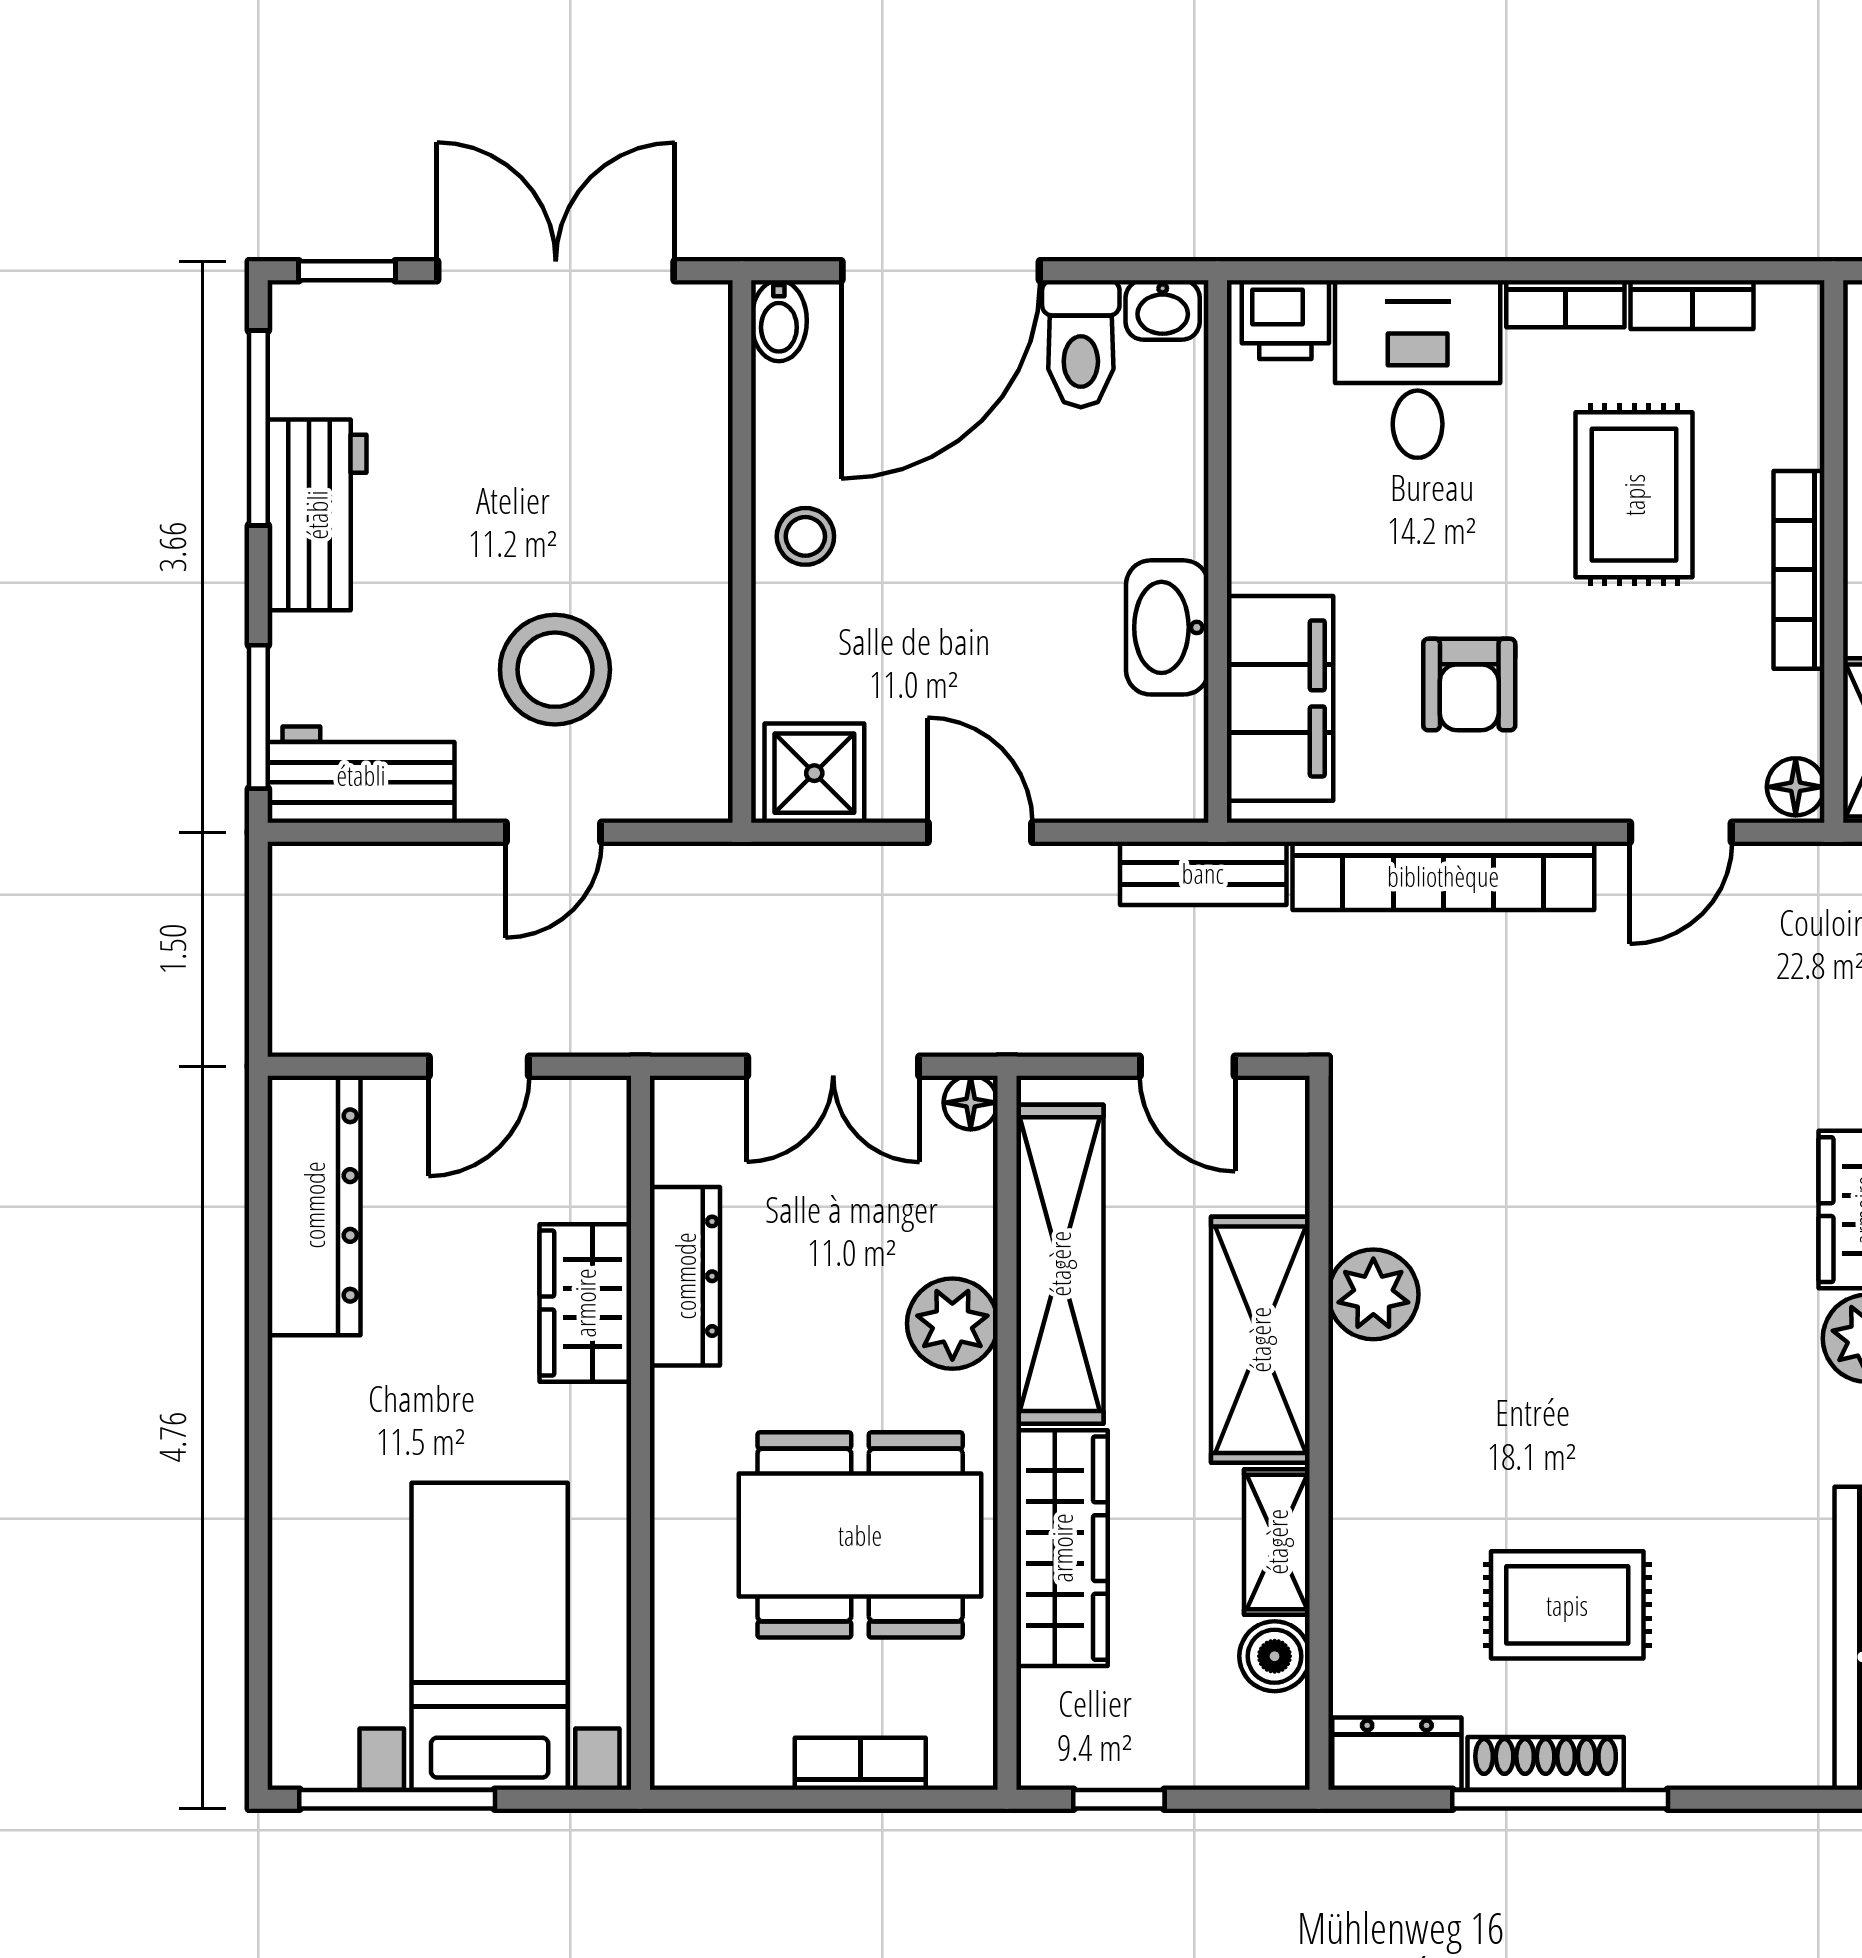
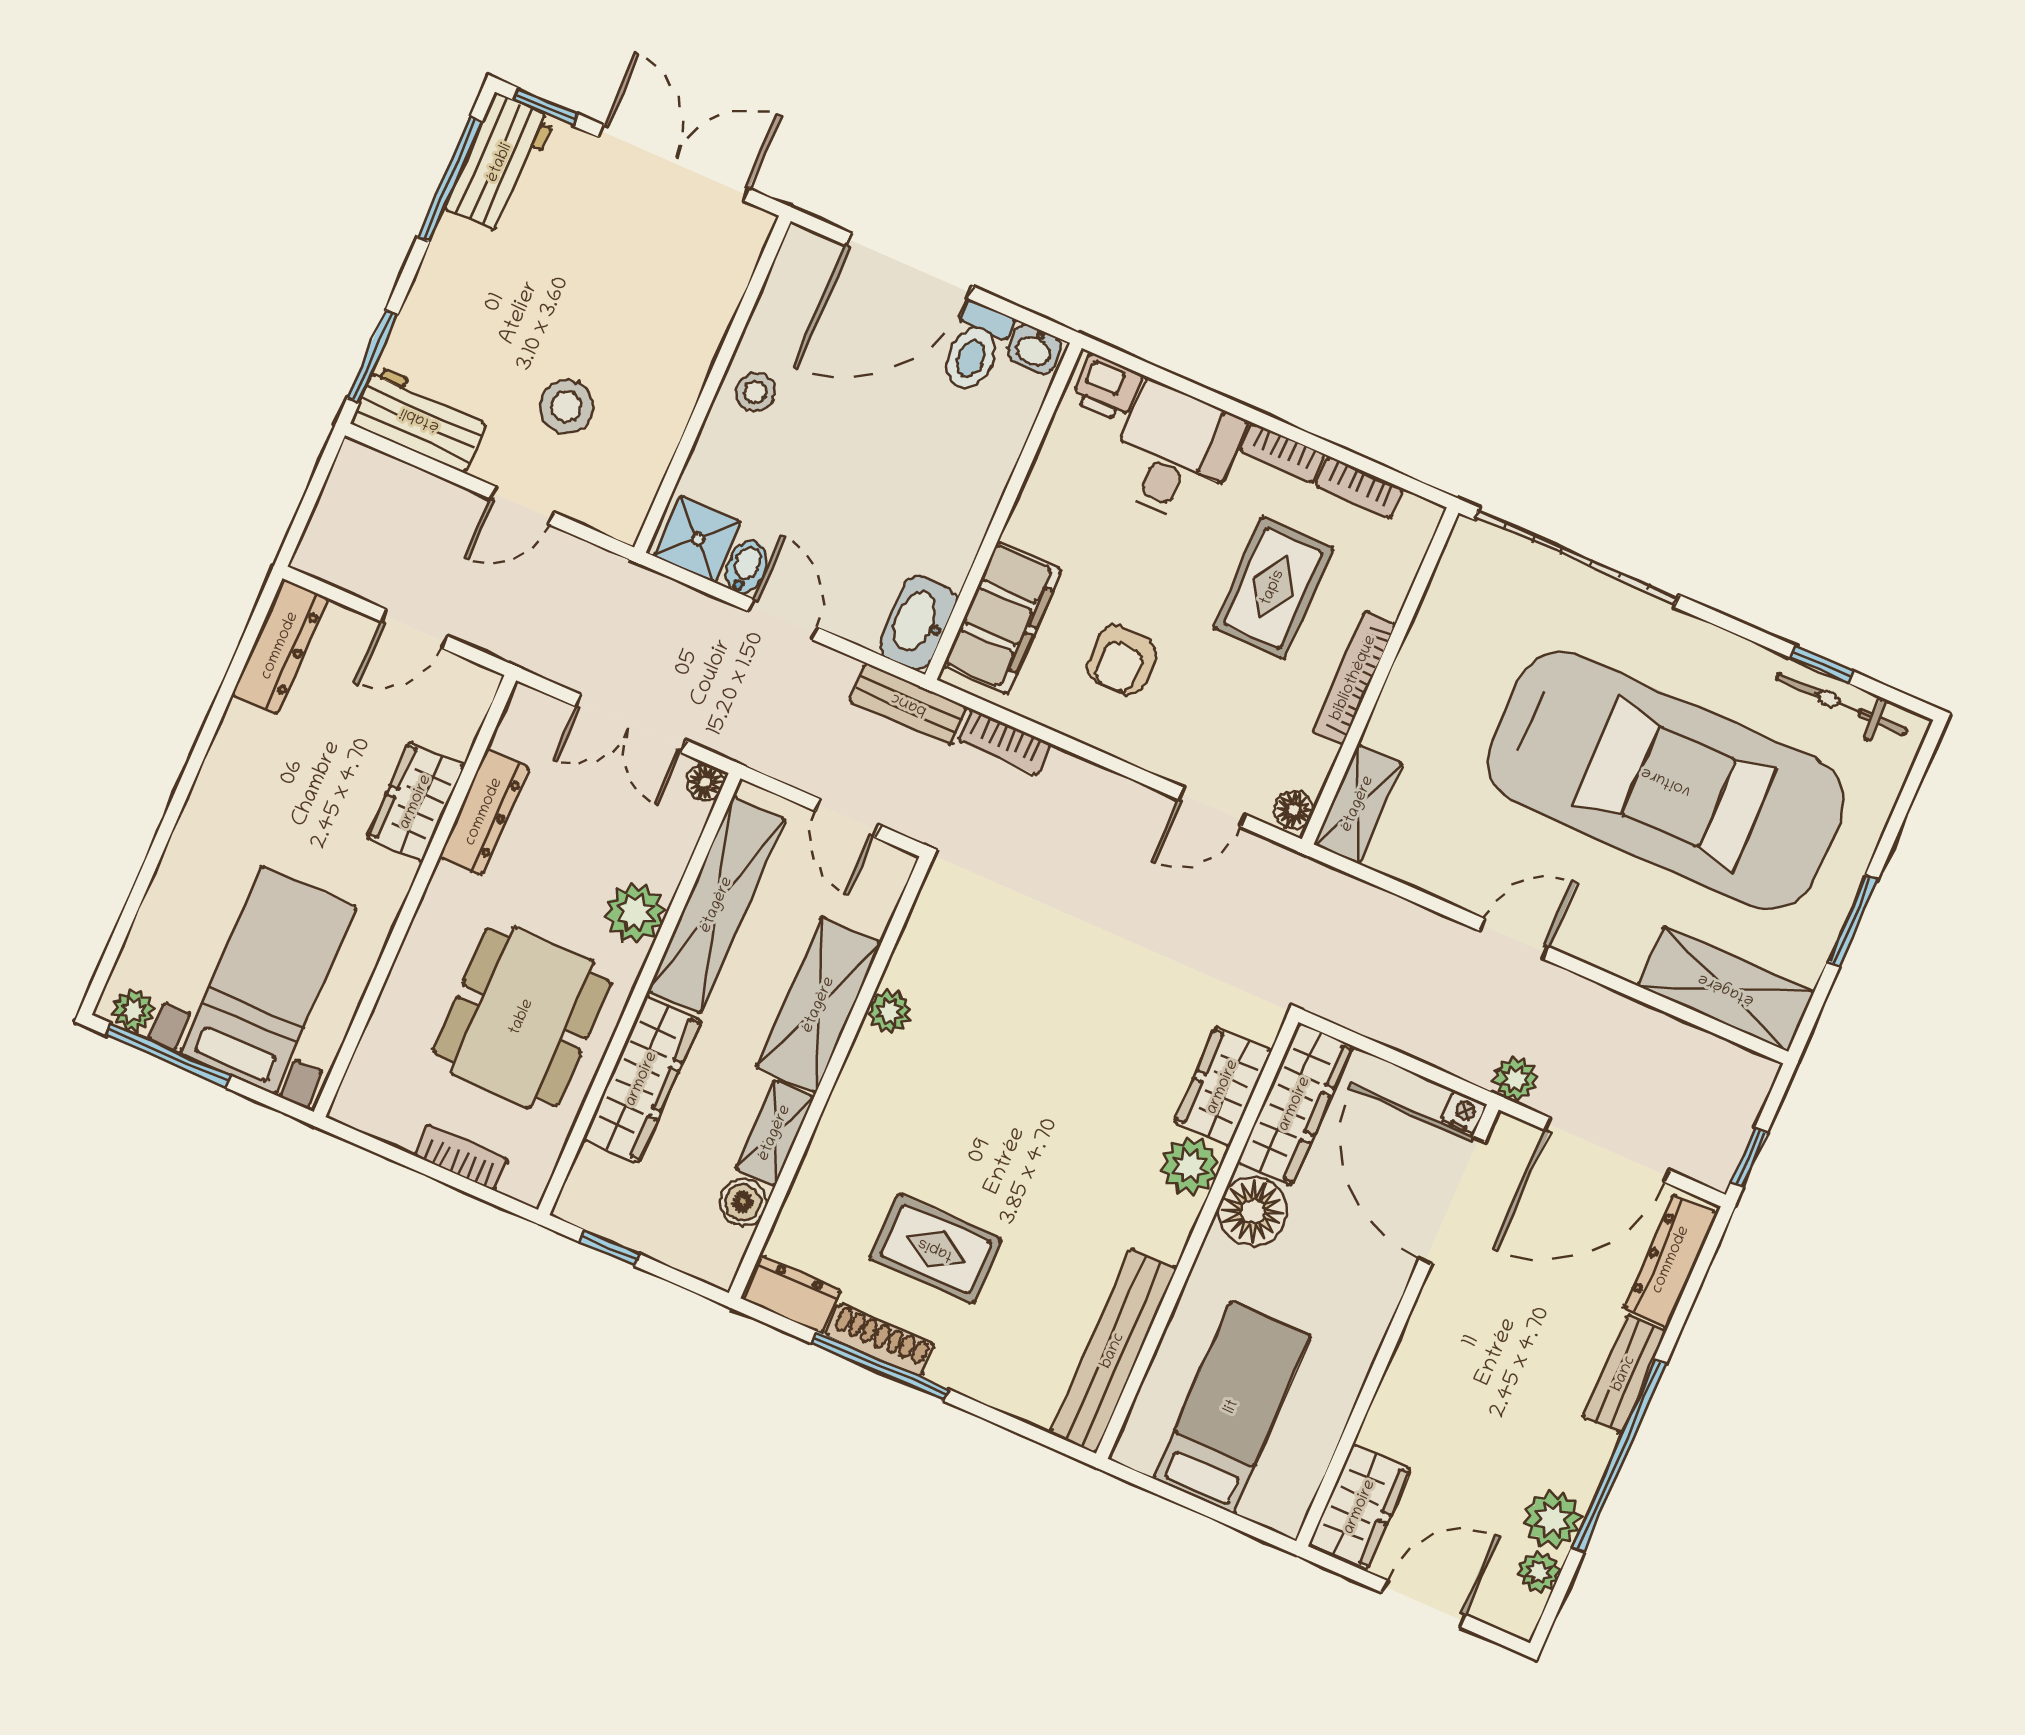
bidet: (779, 321) -> (746, 567), moved, turned 180
workbench: (317, 515) -> (500, 163), moved
washbasin: (1167, 627) -> (918, 623), moved
stool: (555, 670) -> (567, 407), width x0.73, depth x0.73
bookcase: (1443, 876) -> (1005, 742), width x0.43, depth x0.76
dresser: (314, 1205) -> (280, 646), width x0.73, depth x0.80
plant: (1373, 1294) -> (889, 1012), width x0.73, depth x0.73
dining table: (860, 1535) -> (522, 1017), turned 90
plant: (322, 1759) -> (133, 1010), added

